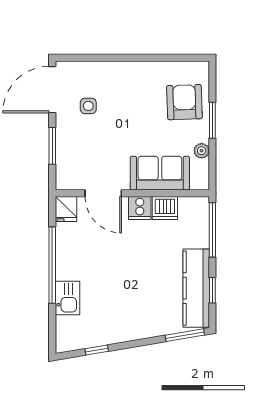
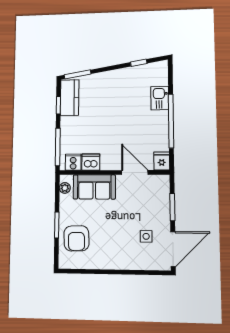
plant: (202, 151) -> (65, 188), moved
cooker: (140, 208) -> (73, 162), moved
kitchen counter: (196, 288) -> (70, 98), width x0.67

